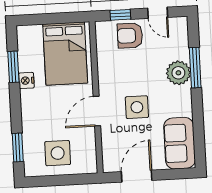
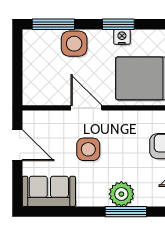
window: (13, 67) -> (118, 24), moved
window: (18, 148) -> (53, 24), width x1.44
side table: (58, 153) -> (74, 44), moved

